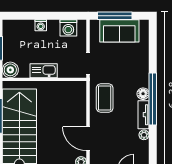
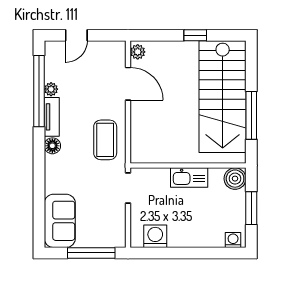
washing machine: (41, 25) -> (233, 240), moved
sofa: (119, 31) -> (60, 221), moved, turned 90
window: (153, 99) -> (39, 91), moved

